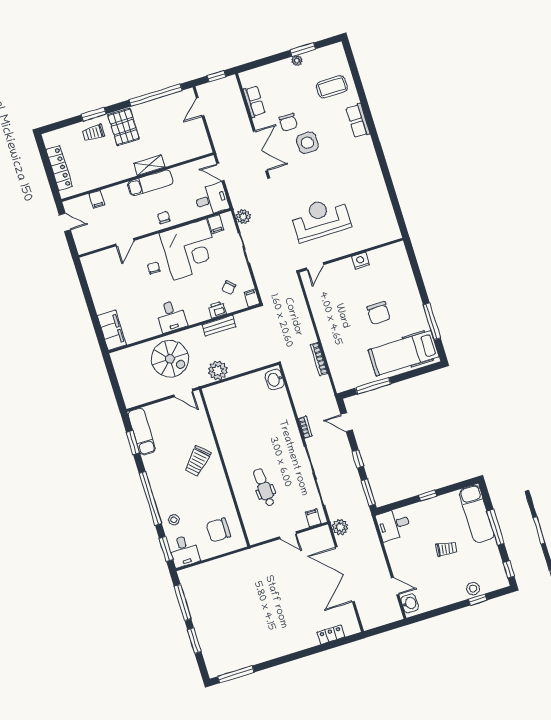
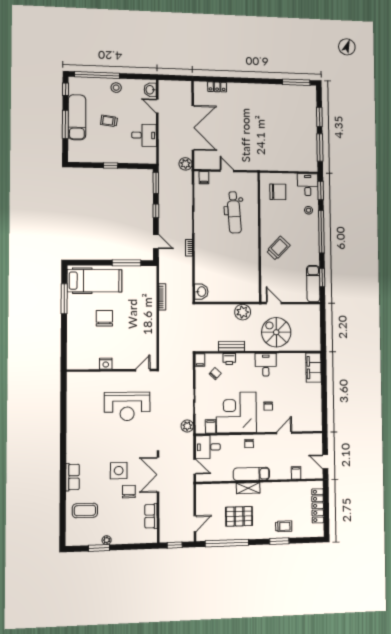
pallet: (124, 127) -> (239, 516), moved, turned 90
dental chair: (264, 487) -> (234, 212), width x1.36, depth x1.38
exam couch: (477, 514) -> (77, 117), moved
desk: (393, 525) -> (144, 135), moved
stool: (473, 588) -> (116, 88), moved
window: (478, 600) -> (97, 75), width x3.17

